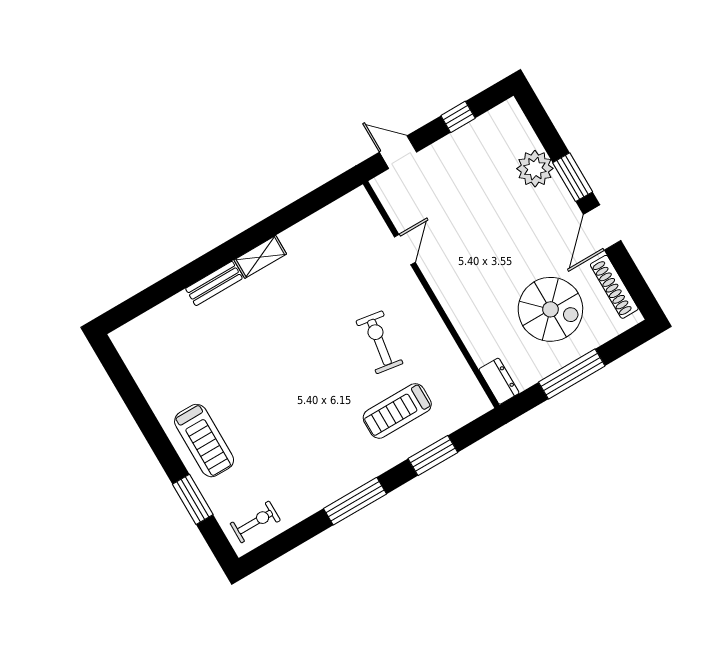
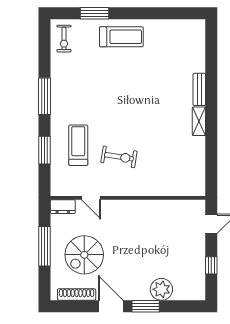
door: (405, 250) -> (91, 198), moved
treadmill: (204, 441) -> (121, 37), turned 180

